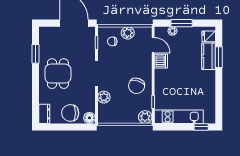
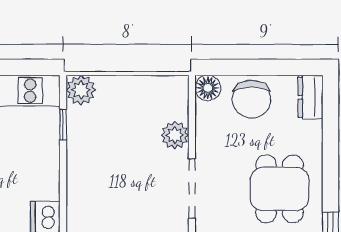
chair: (137, 86) -> (101, 161), removed
chair: (70, 113) -> (252, 99), turned 90

